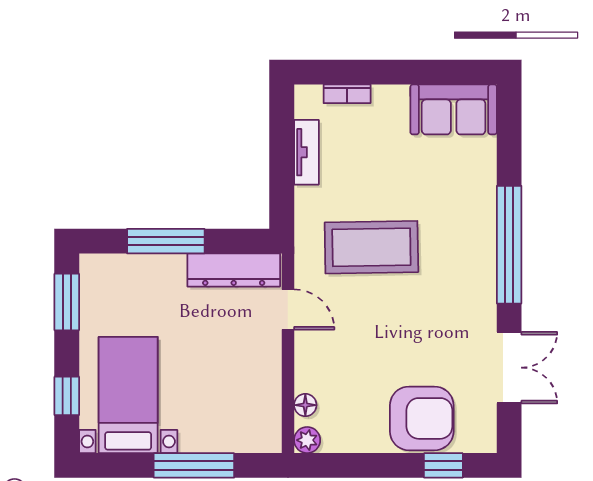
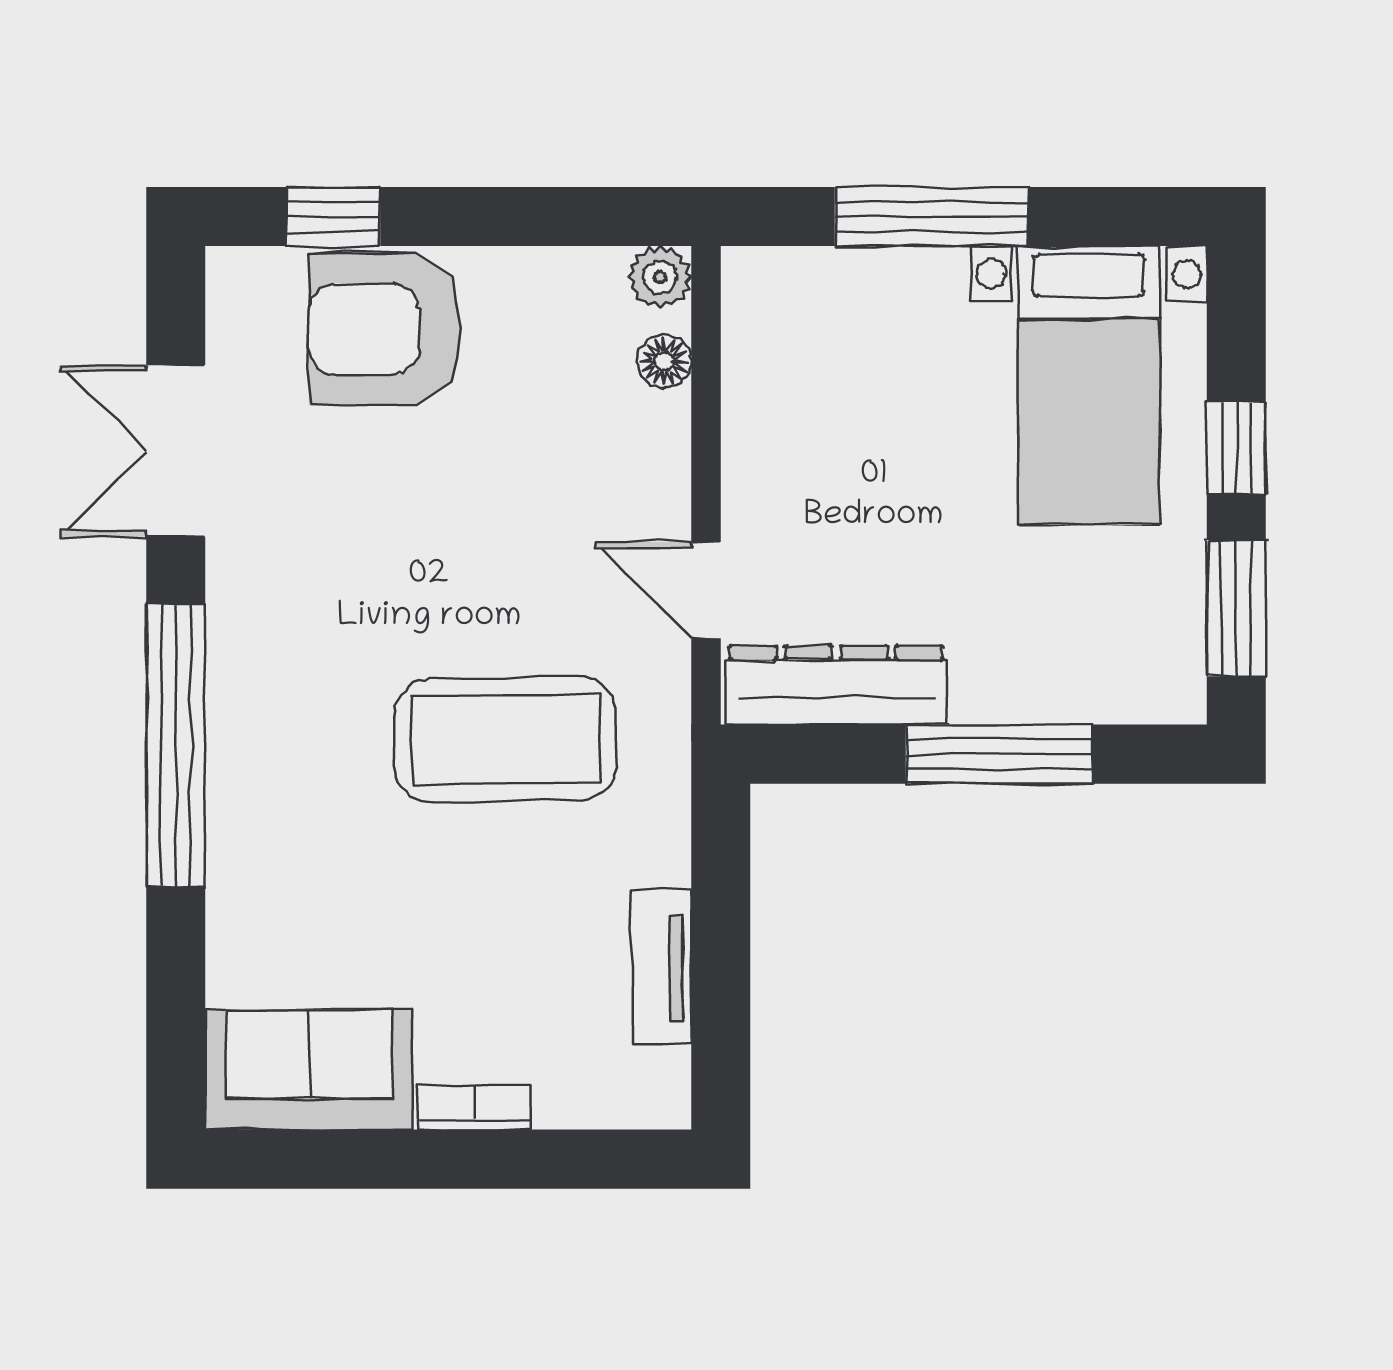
bookcase: (347, 94) -> (475, 1107), moved
window: (67, 396) -> (1236, 448), moved

